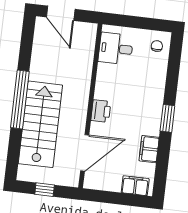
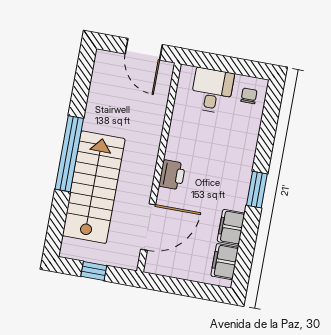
door: (61, 13) -> (144, 49), moved
desk: (116, 48) -> (212, 91), moved, turned 90
filing cabinet: (135, 186) -> (225, 262), moved, turned -90

